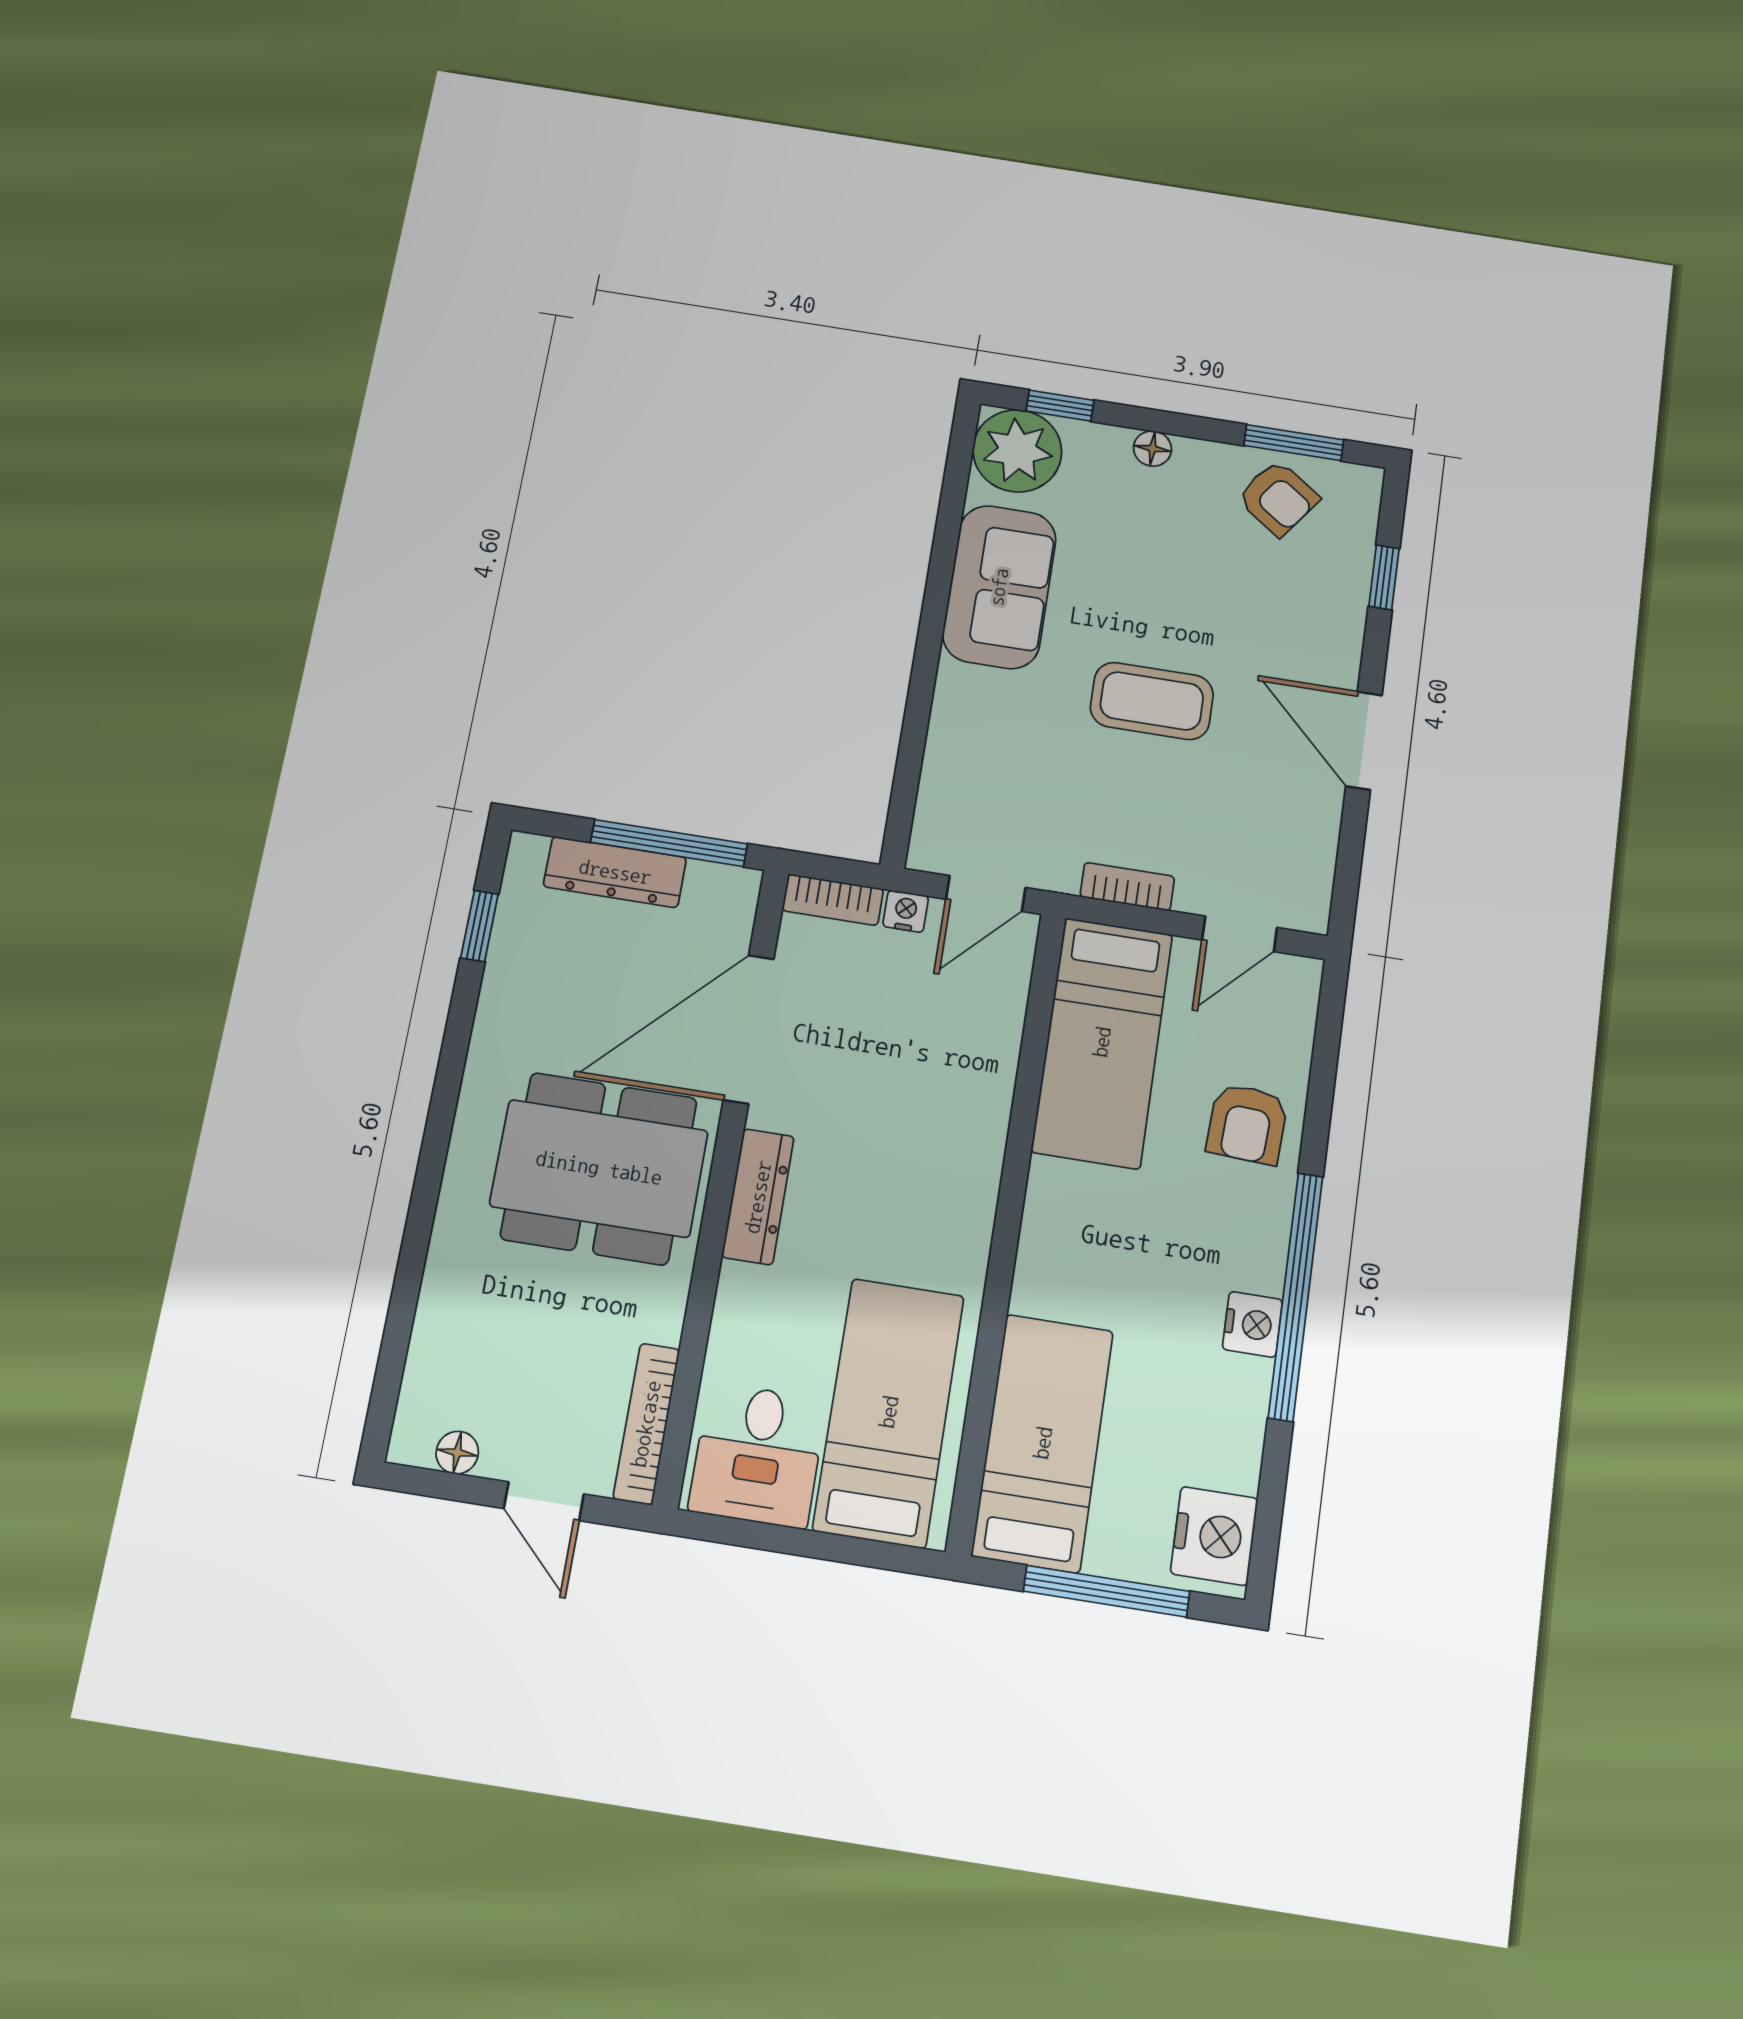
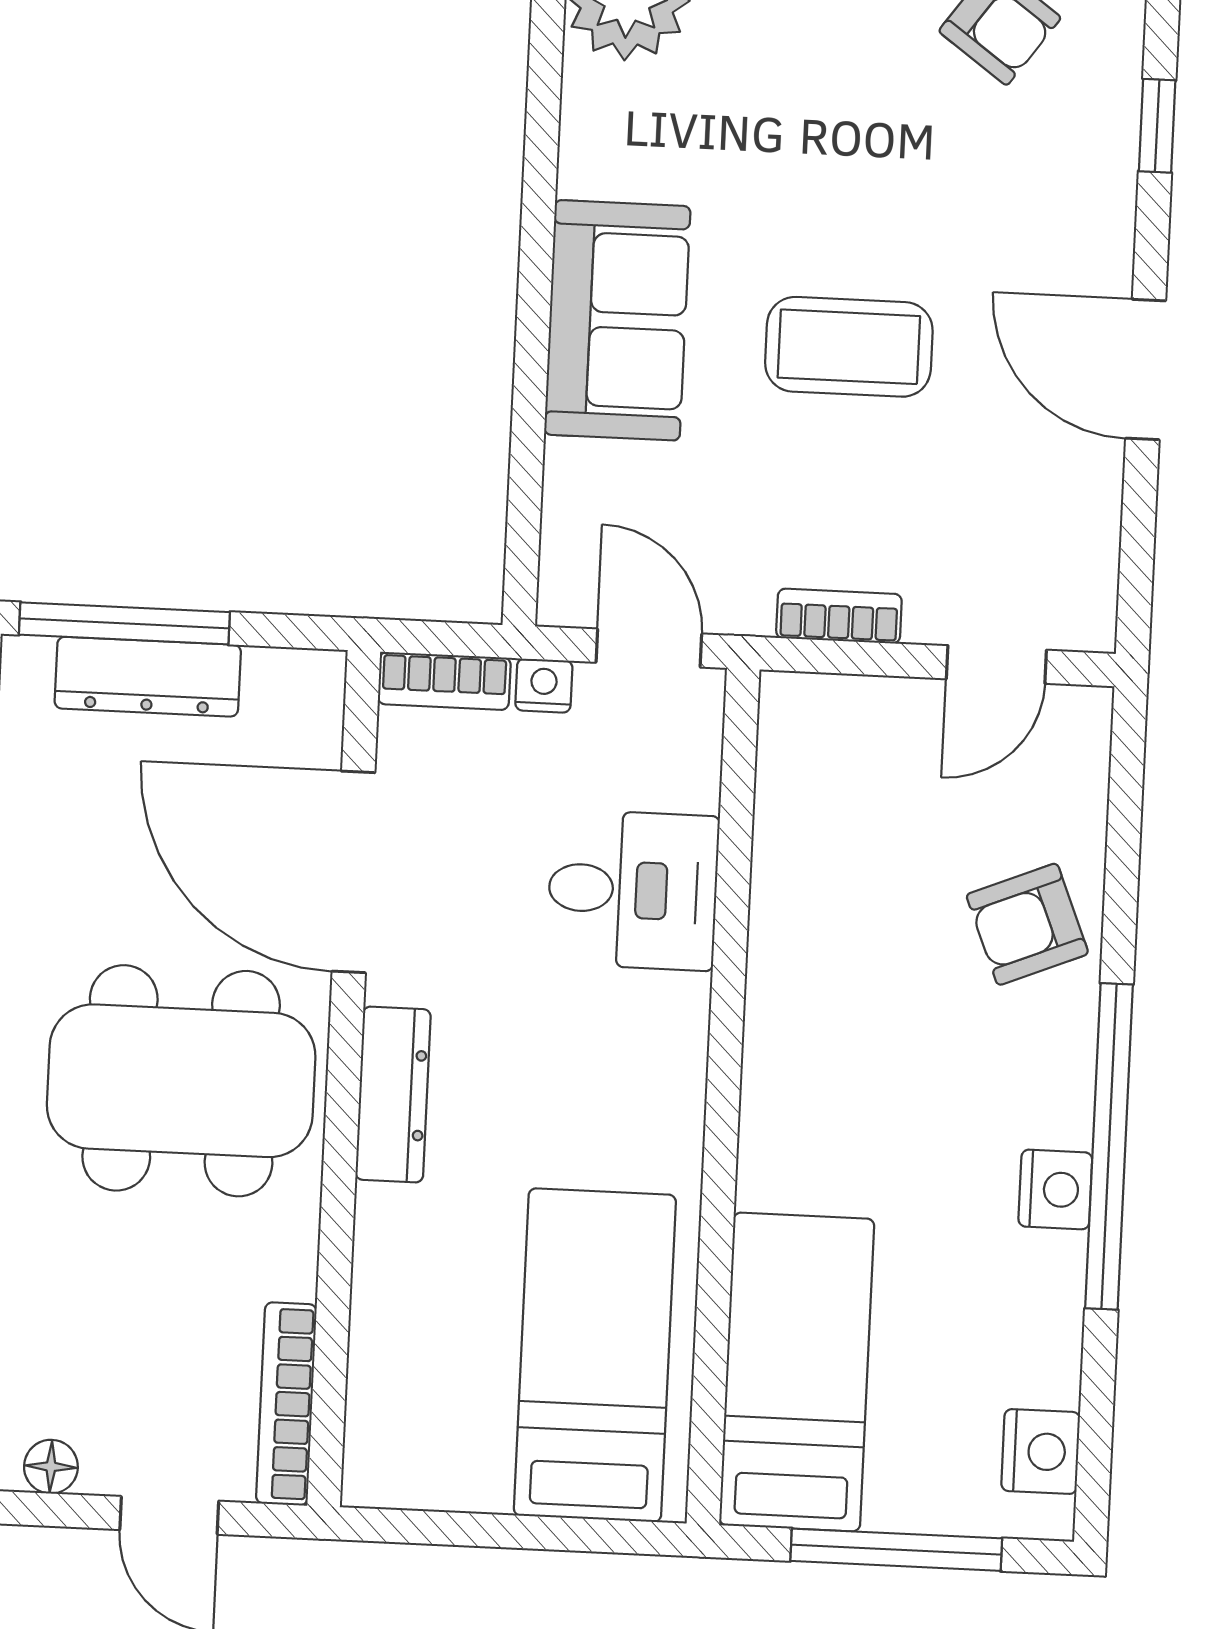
sofa: (999, 587) -> (617, 320), moved
window: (669, 843) -> (124, 623), moved
door: (986, 893) -> (649, 648), swing flipped
door: (749, 1029) -> (353, 872), hinge flipped
bed: (1102, 1042) -> (825, 836), removed
armchair: (1247, 1124) -> (1027, 924), turned 65
desk: (758, 1455) -> (633, 890), moved, turned -90
nightstand: (1214, 1536) -> (1041, 1452), width x0.74, depth x0.75

